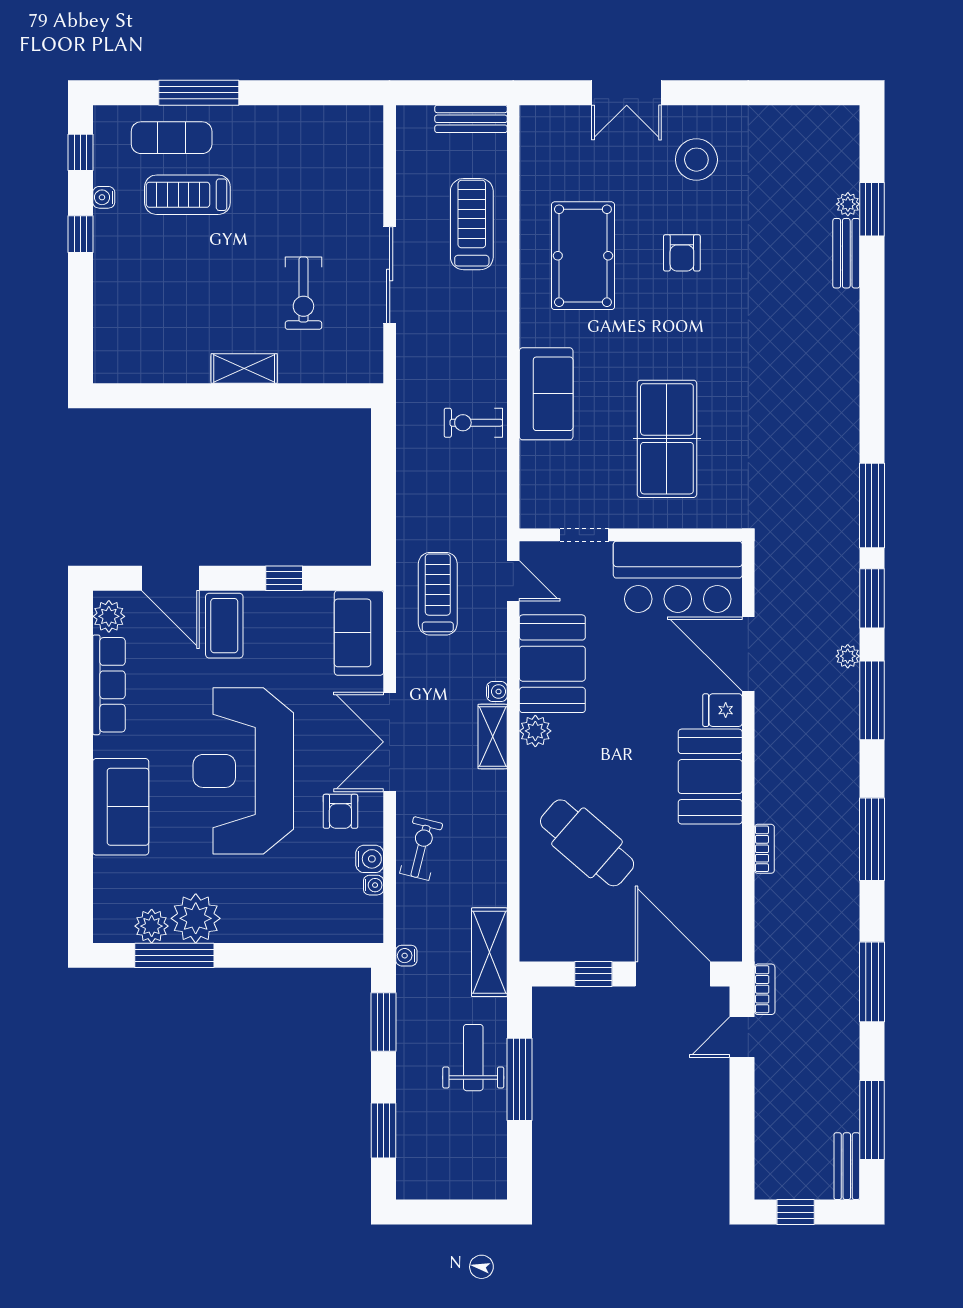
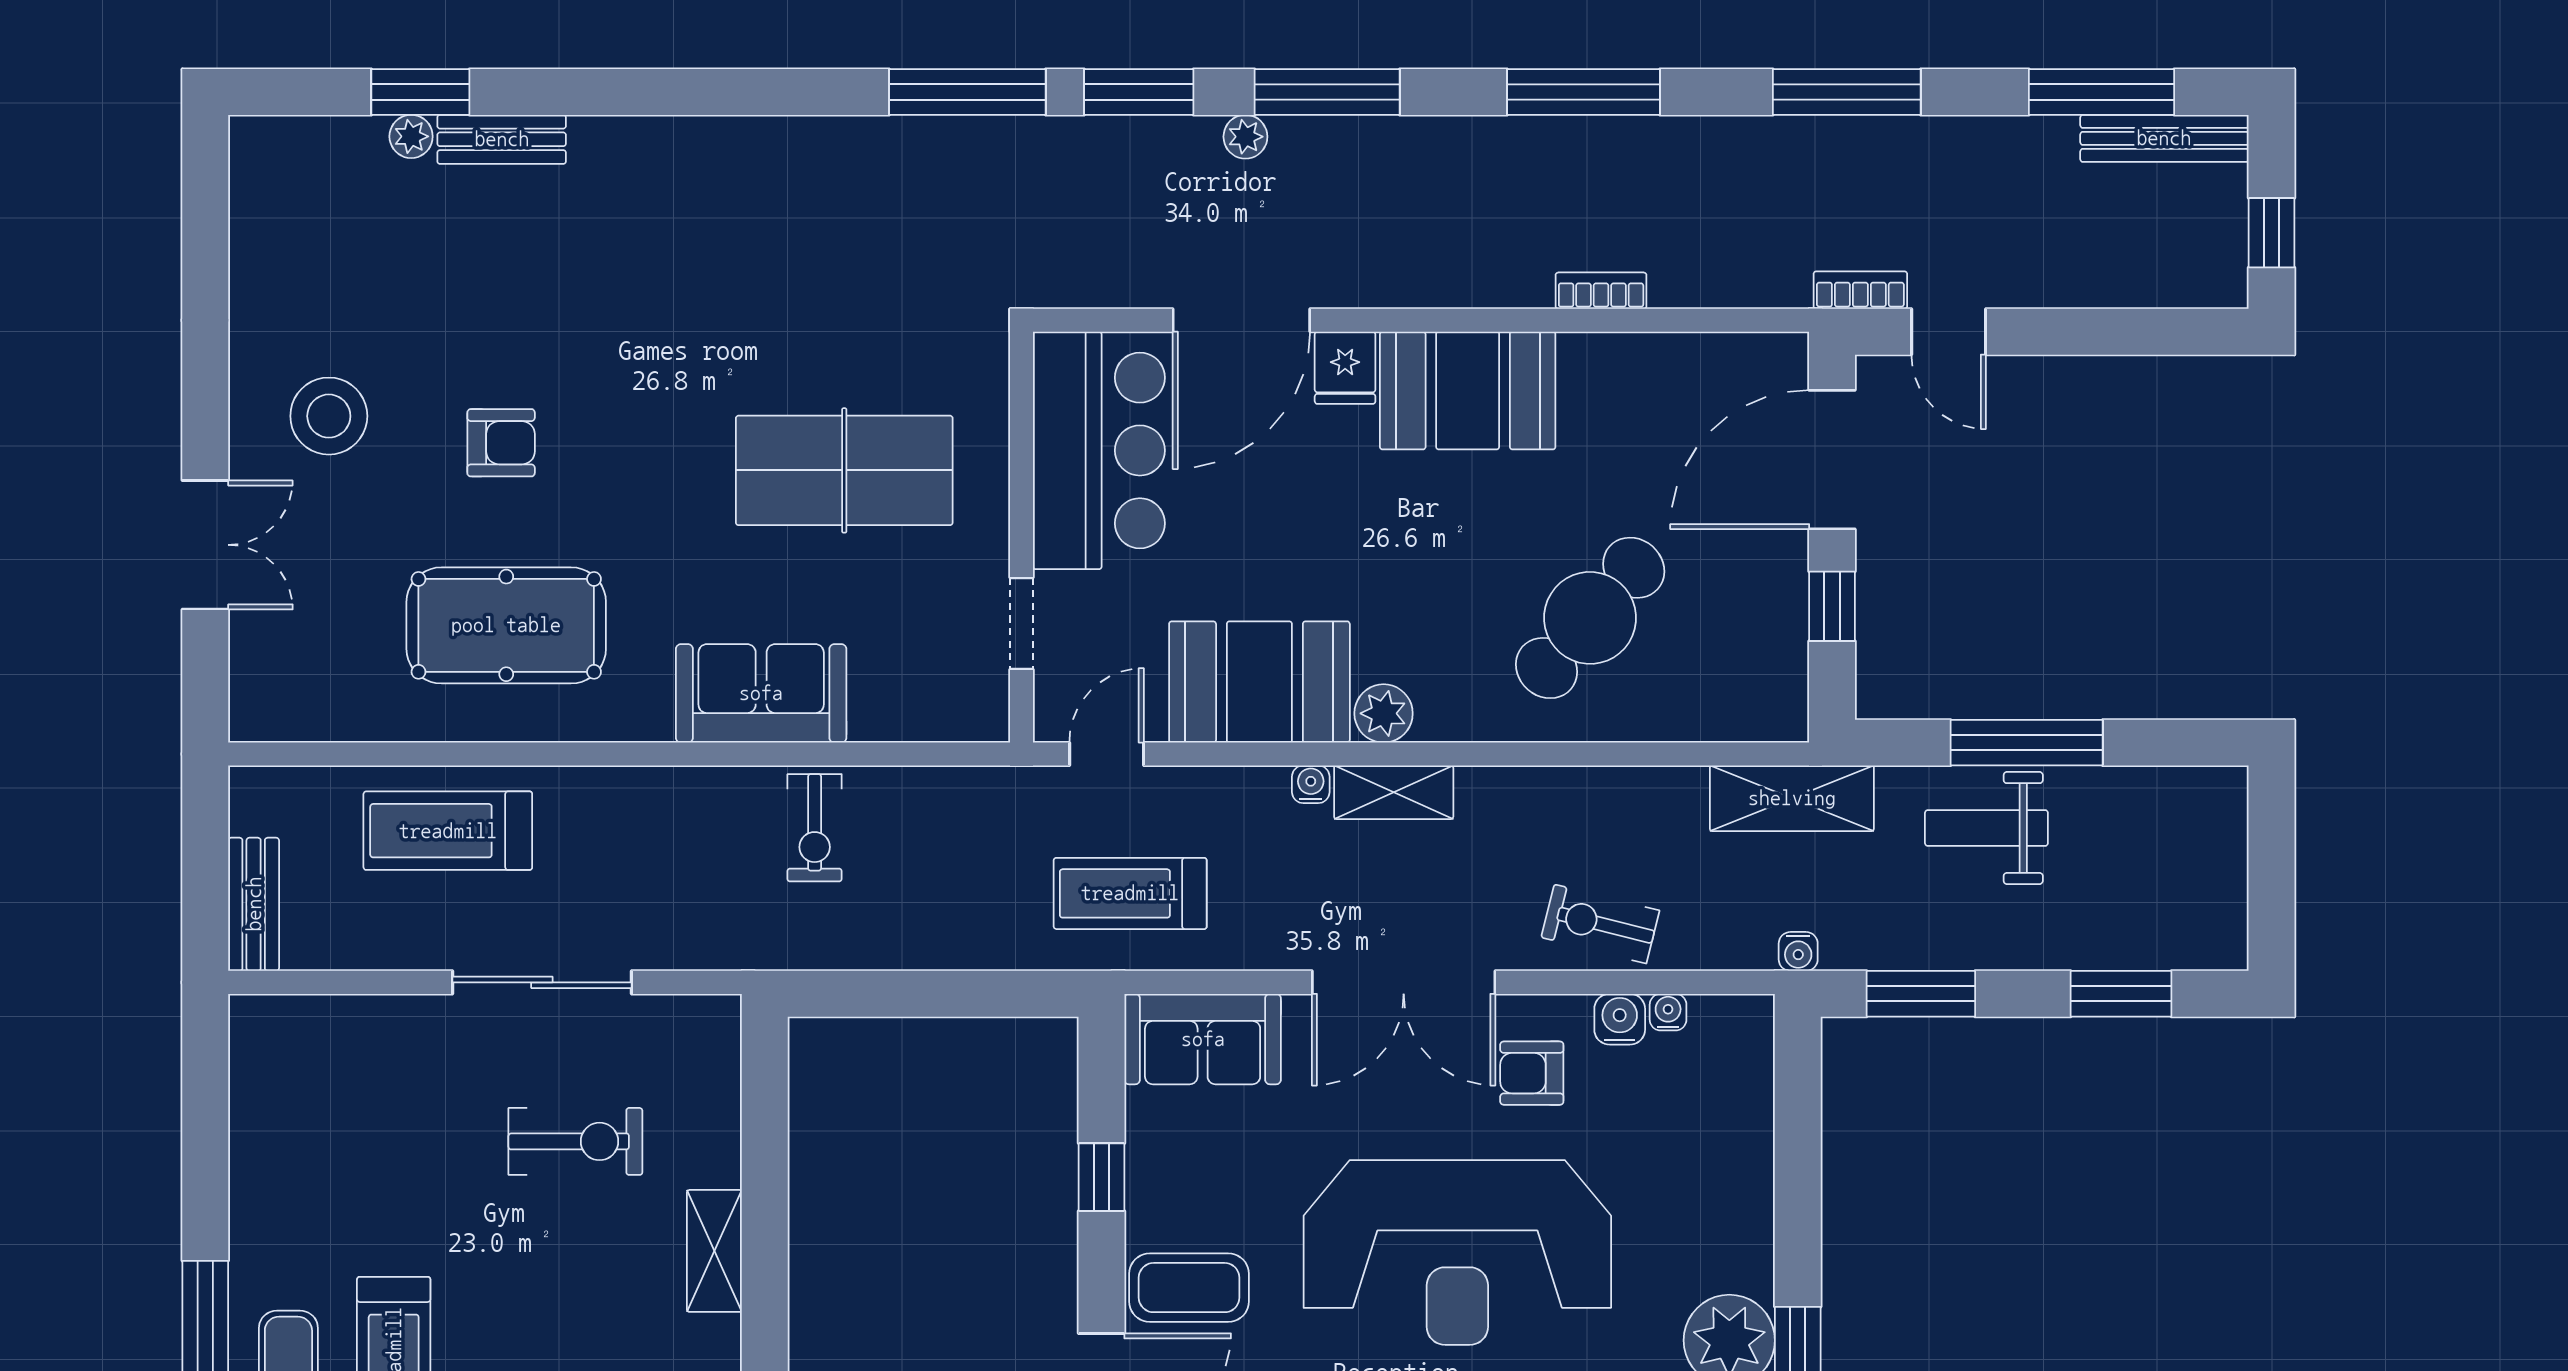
bench: (471, 119) -> (254, 904), moved
armchair: (340, 811) -> (1532, 1073), turned 180
bench: (847, 1166) -> (2164, 138), width x1.36

